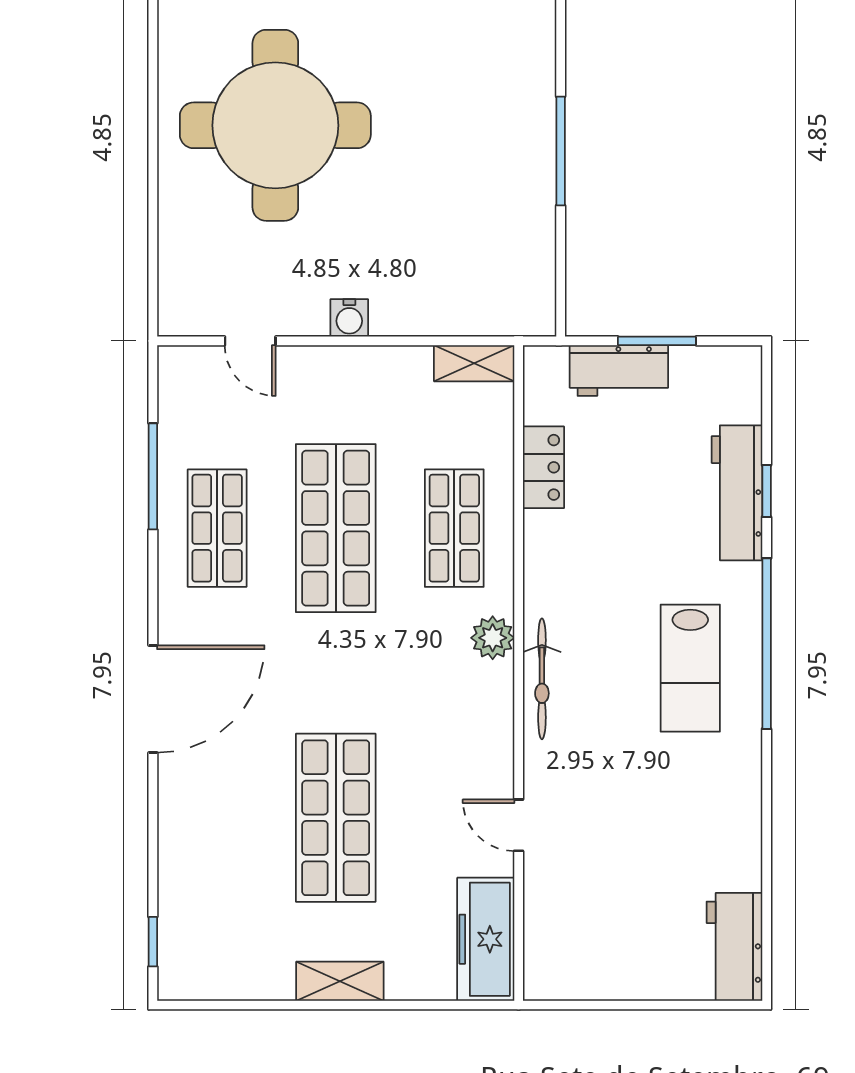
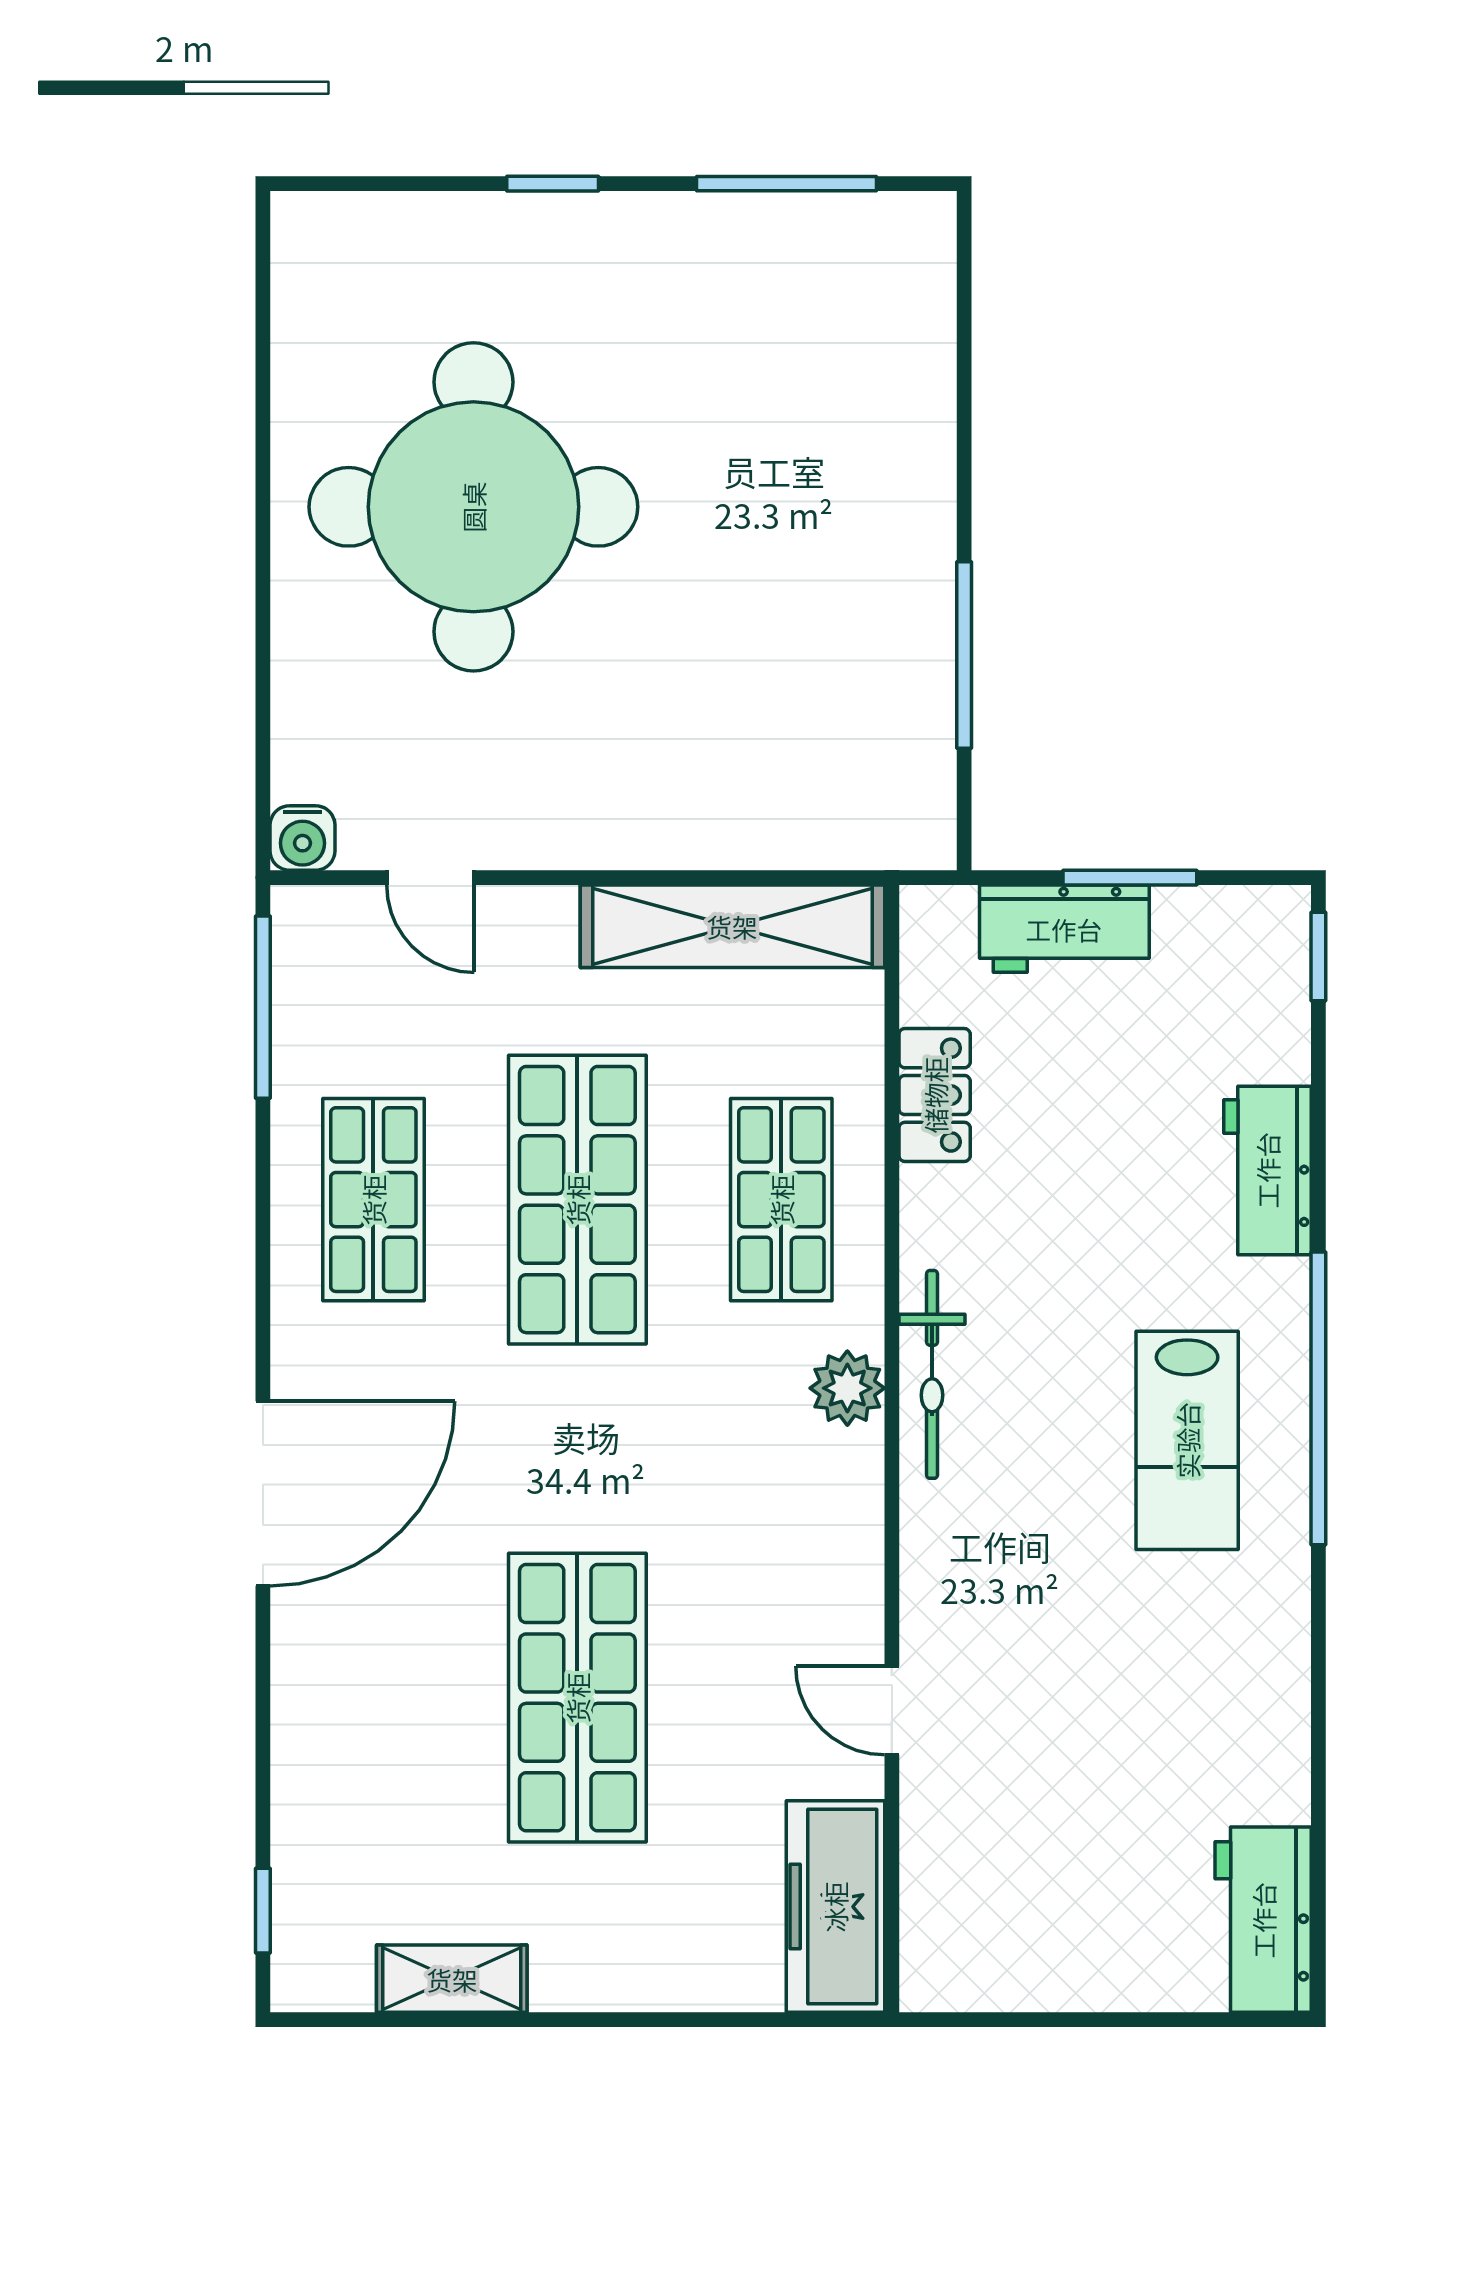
window: (561, 151) -> (964, 655), moved
water cooler: (349, 318) -> (303, 838), moved
shelving: (474, 363) -> (732, 926), width x2.20, depth x1.33
window: (153, 476) -> (263, 1007), moved
window: (767, 491) -> (1318, 956), moved
workbench: (737, 493) -> (1267, 1170), width x0.73
bicycle: (542, 679) -> (932, 1374), moved
shelving: (340, 981) -> (452, 1979), moved

